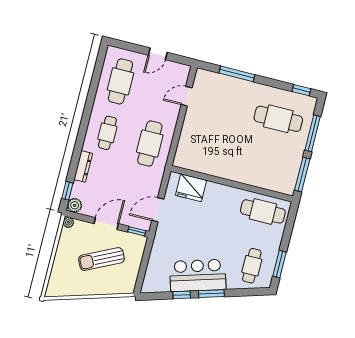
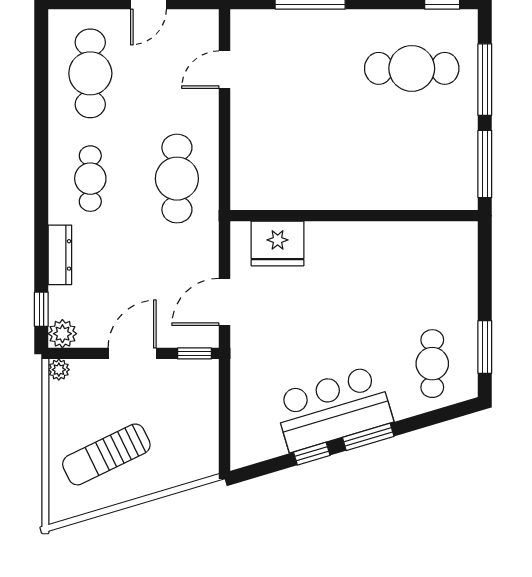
cafe table: (263, 211) -> (427, 254), removed
sun lounger: (101, 259) -> (106, 454), moved

